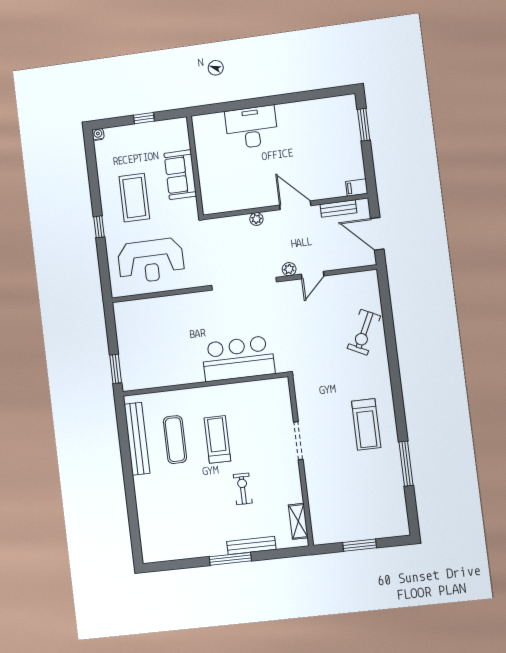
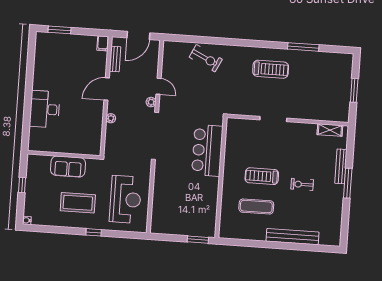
bench: (137, 439) -> (292, 237), moved
exercise bike: (243, 489) -> (302, 184), moved

